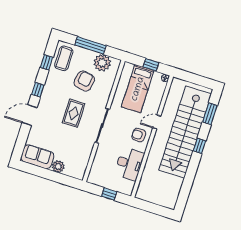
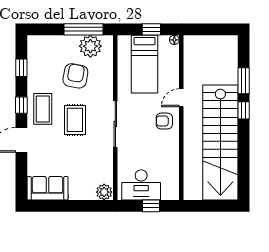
window: (90, 45) -> (84, 29), moved
coffee table: (64, 58) -> (43, 109), moved
window: (210, 114) -> (244, 81), moved
stairs: (185, 132) -> (220, 142), moved
desk: (129, 164) -> (141, 185), moved, turned 90
plant: (58, 167) -> (104, 192), moved

